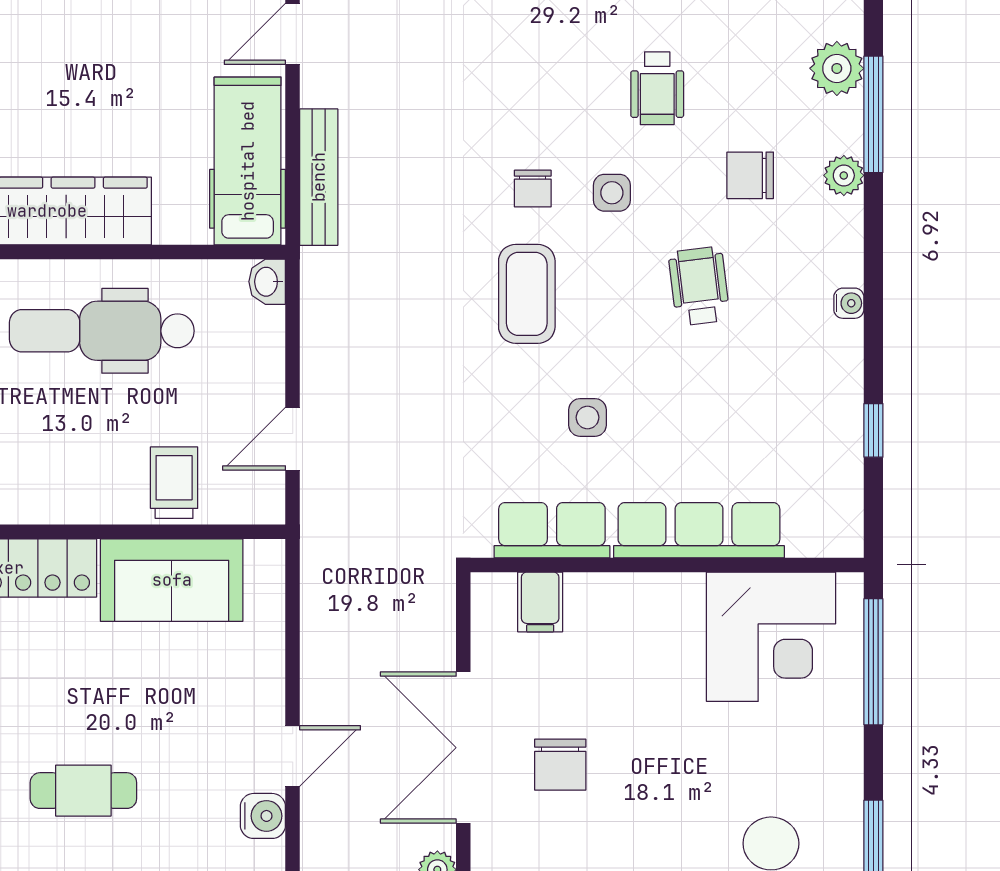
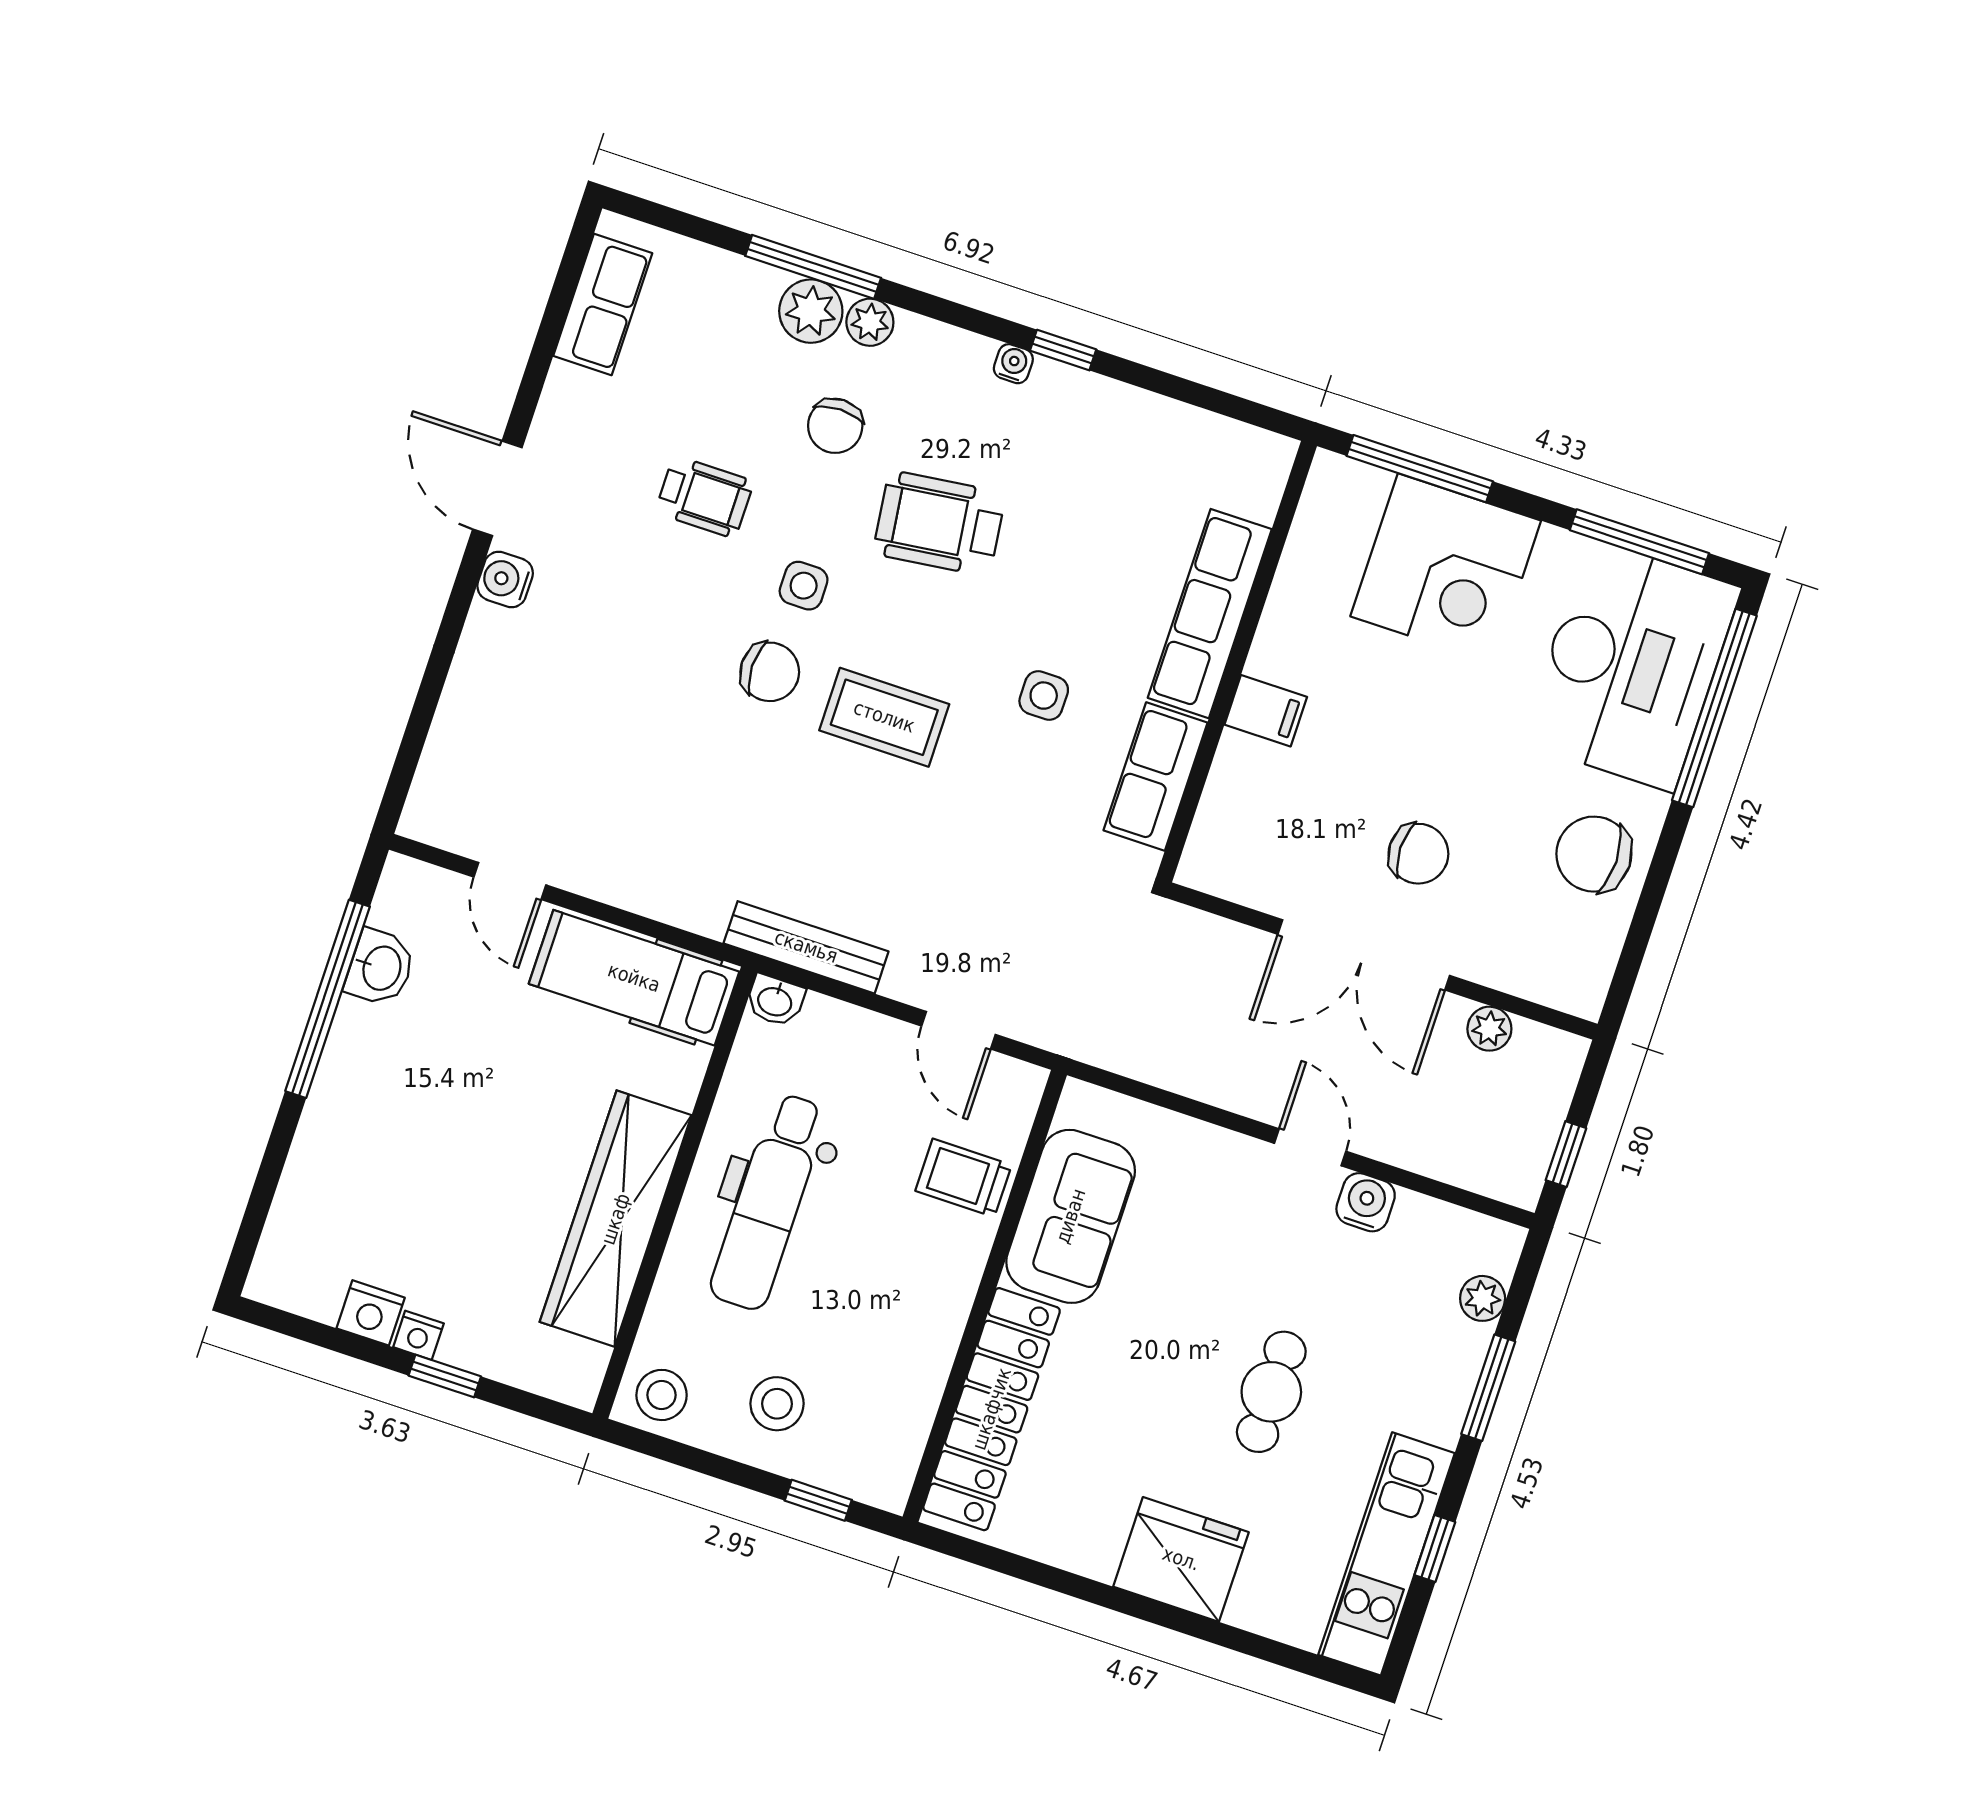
plant: (837, 68) -> (811, 311), moved
bench: (319, 177) -> (806, 947), moved
chair: (533, 189) -> (770, 672), width x1.37, depth x1.37
wheelchair: (699, 286) -> (939, 523), width x1.36, depth x1.37
window: (873, 430) -> (1063, 350), moved
filing cabinet: (540, 602) -> (1266, 711), moved
corner desk: (771, 637) -> (1446, 569), moved, turned 90

